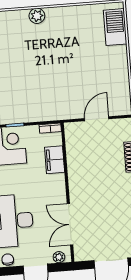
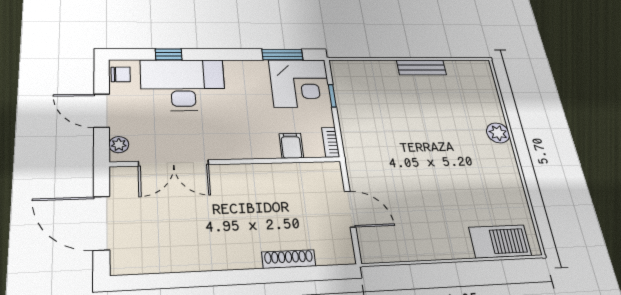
filing cabinet: (55, 160) -> (291, 146), width x0.50
double door: (70, 224) -> (174, 163), swing flipped

